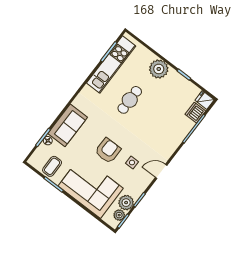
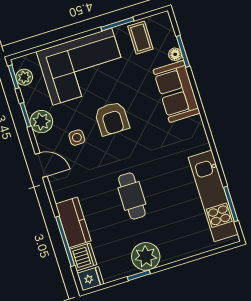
plant: (159, 69) -> (146, 256), moved
cafe table: (130, 100) -> (132, 196), moved
kitchen counter: (180, 131) -> (73, 222), added
door: (161, 171) -> (41, 165), hinge flipped
plant: (126, 203) -> (41, 122), moved

